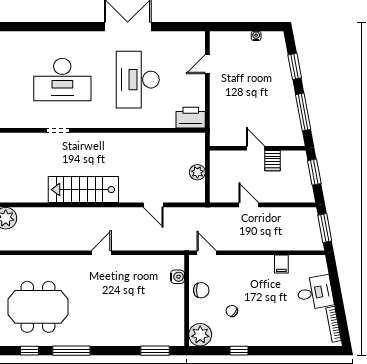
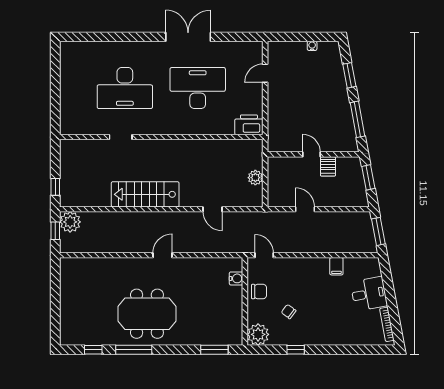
desk: (138, 80) -> (198, 88), turned 90
meeting table: (38, 307) -> (147, 314), moved

